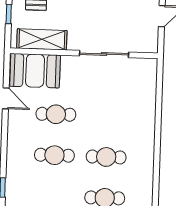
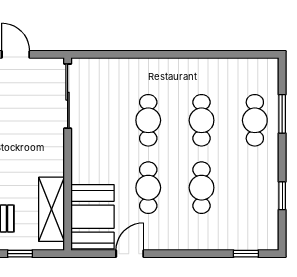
sliding door: (104, 54) -> (68, 96), moved
cafe table: (108, 116) -> (148, 120), added

